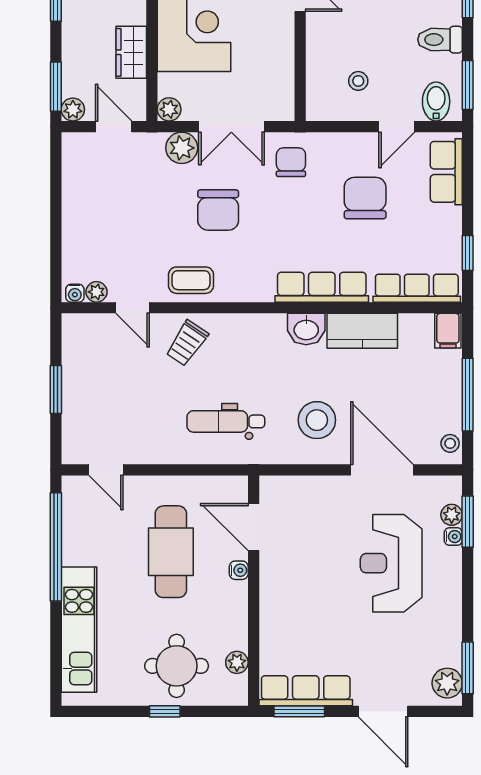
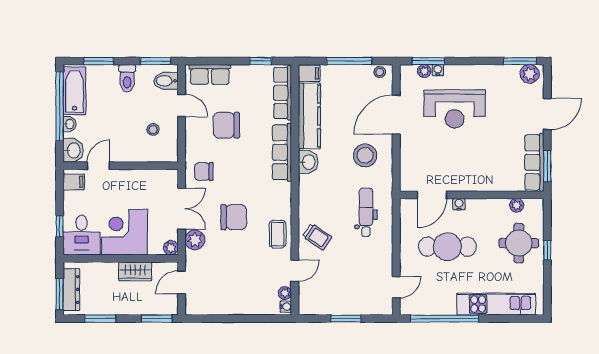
plant: (73, 110) -> (171, 308), removed
kitchen counter: (362, 331) -> (309, 116), width x1.50
dental chair: (226, 421) -> (366, 212), turned 180

